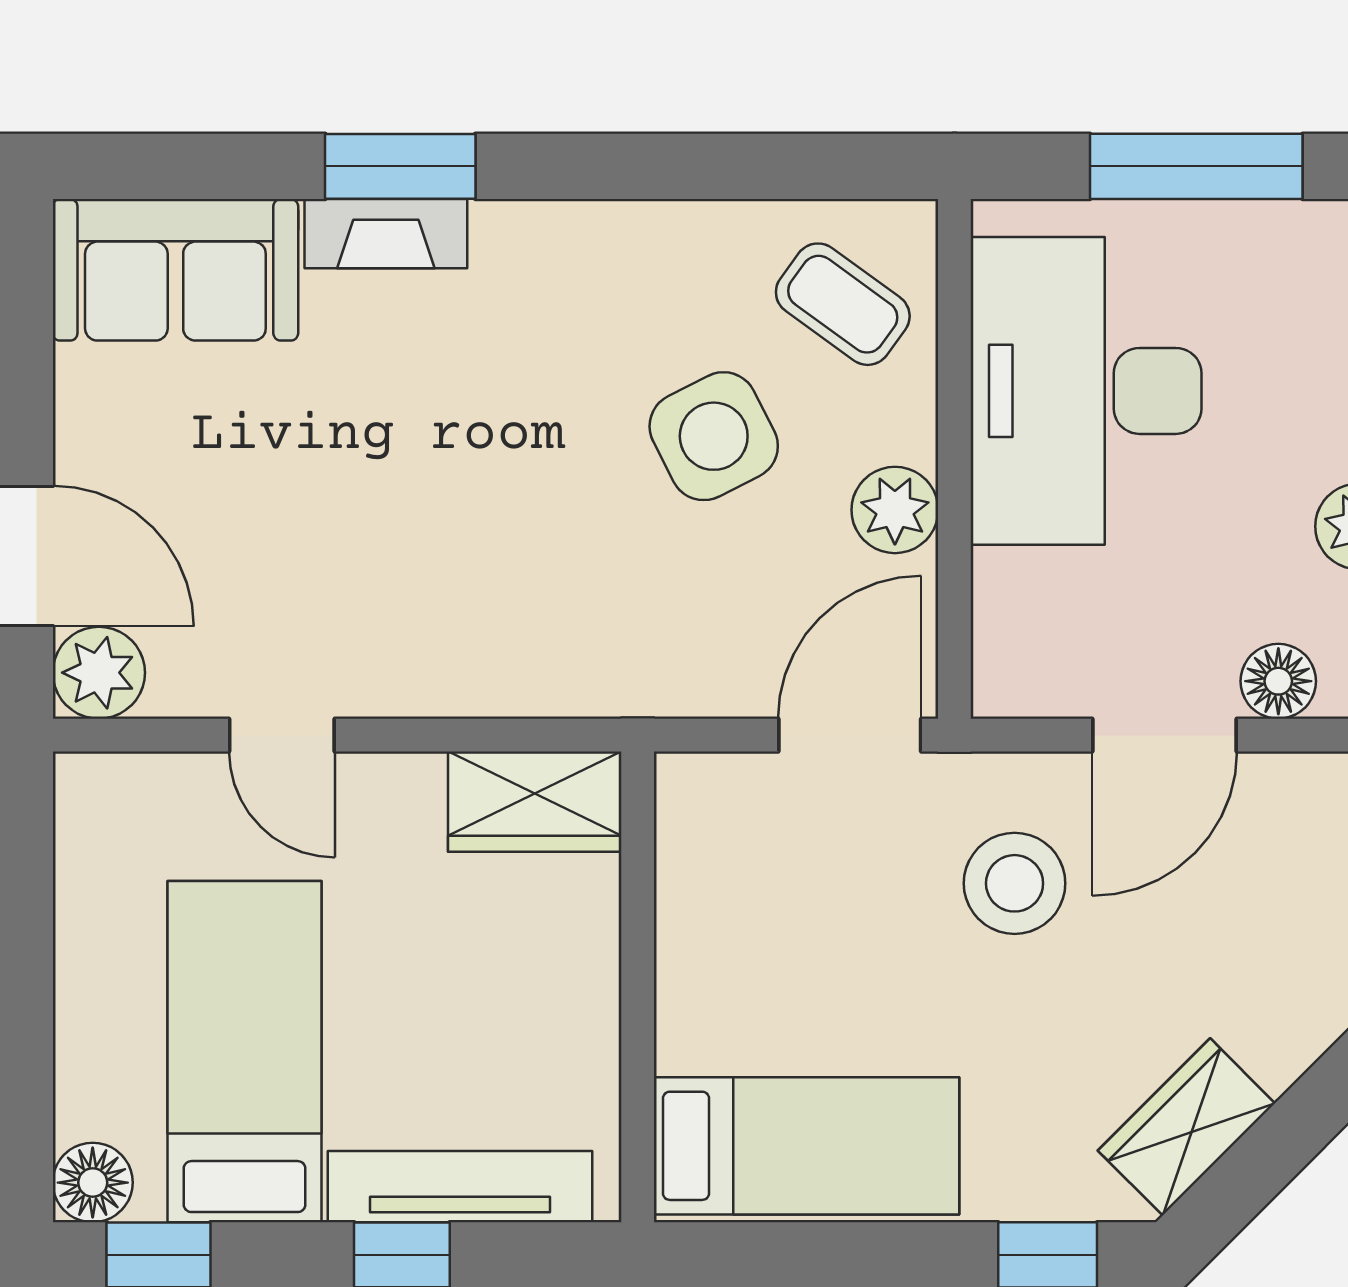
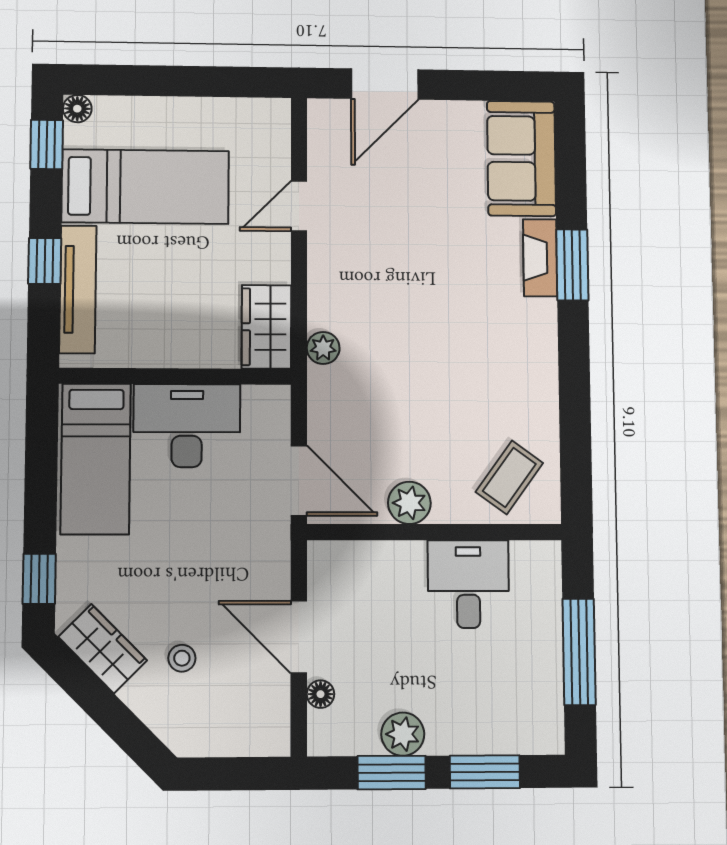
desk: (1086, 391) -> (468, 584), width x0.53, depth x0.77
side table: (714, 436) -> (445, 414), removed
plant: (99, 673) -> (323, 348), moved, width x0.73, depth x0.73
floor lamp: (1278, 681) -> (321, 694), width x0.73, depth x0.73
stool: (1015, 883) -> (182, 658), moved, width x0.53, depth x0.53
desk: (739, 963) -> (187, 426), added
floor lamp: (93, 1183) -> (77, 109), width x0.73, depth x0.73

